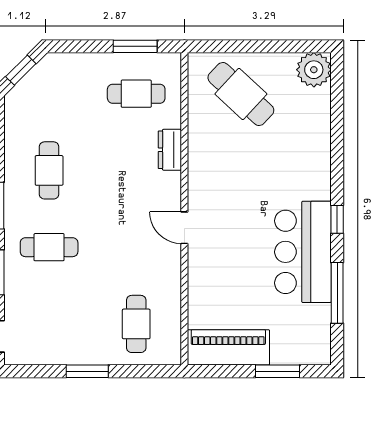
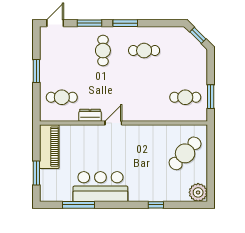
cafe table: (136, 94) -> (185, 97), turned 90
dresser: (170, 150) -> (90, 115), moved
window: (337, 219) -> (156, 205), moved

